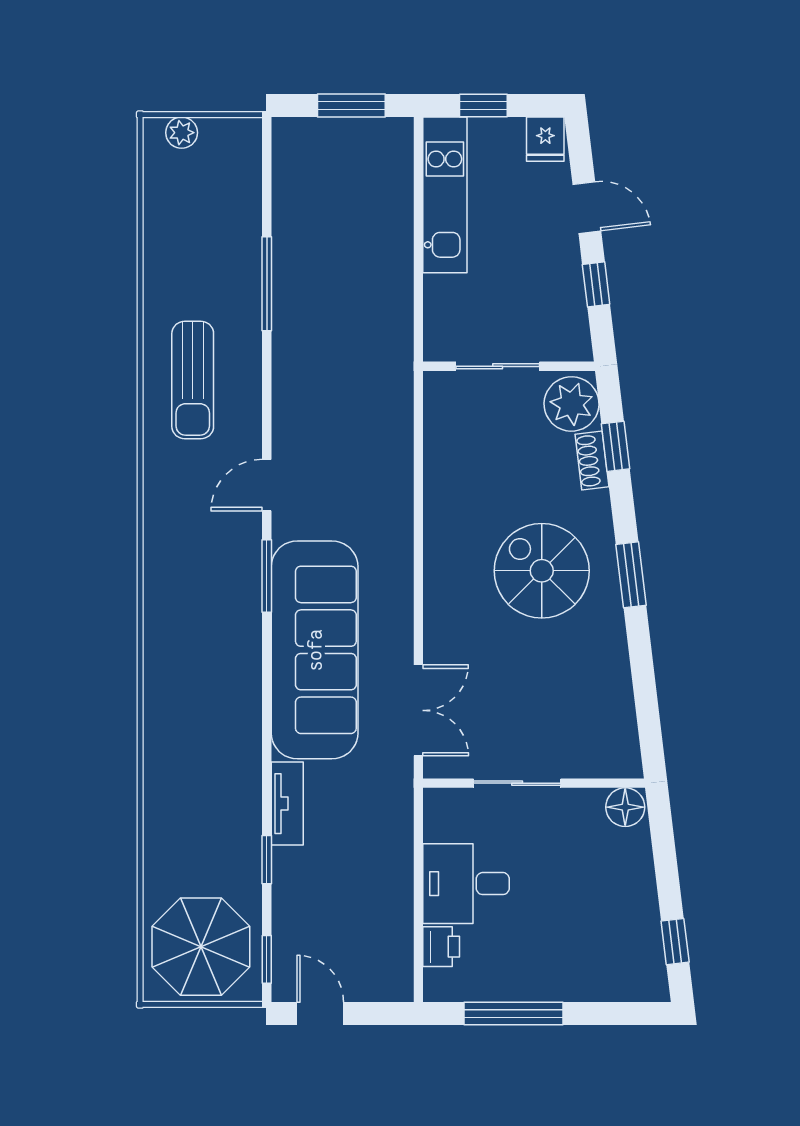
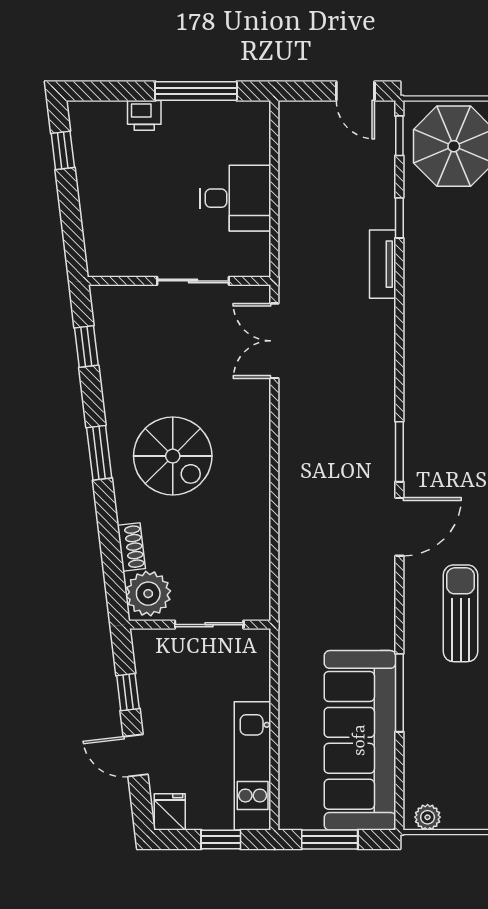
plant: (182, 133) -> (428, 817), moved
window: (616, 446) -> (86, 346), moved
door: (267, 485) -> (399, 527), width x1.38
sofa: (315, 650) -> (360, 740), moved
floor lamp: (625, 807) -> (104, 261), removed
printer: (441, 947) -> (144, 115), moved, turned -90

